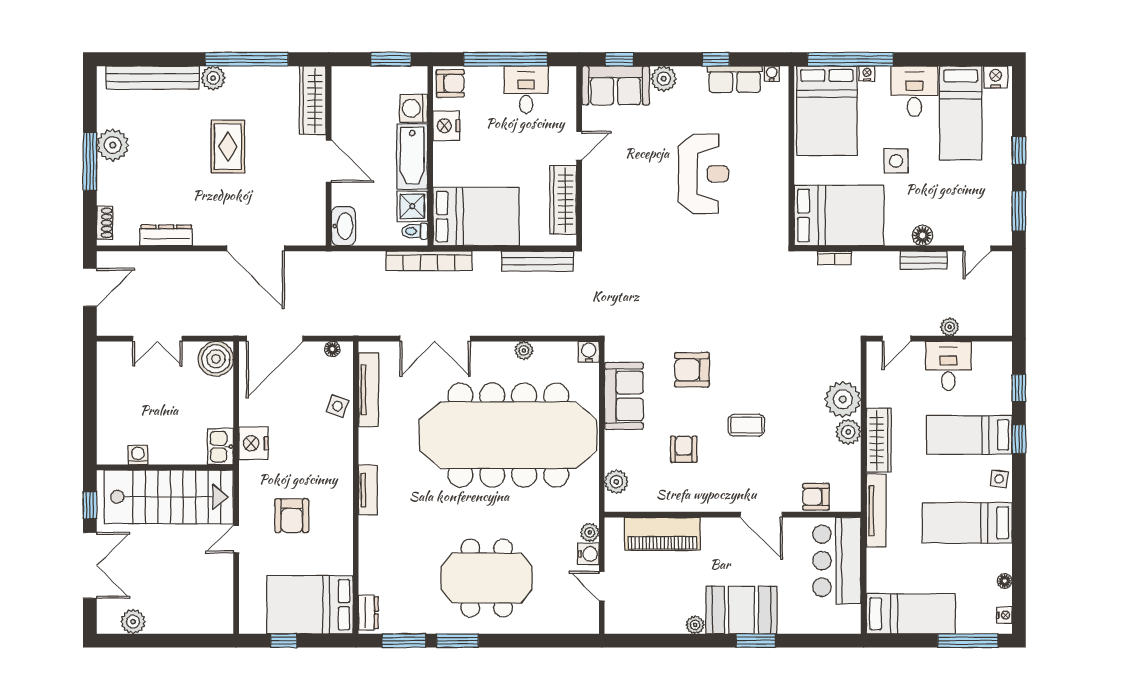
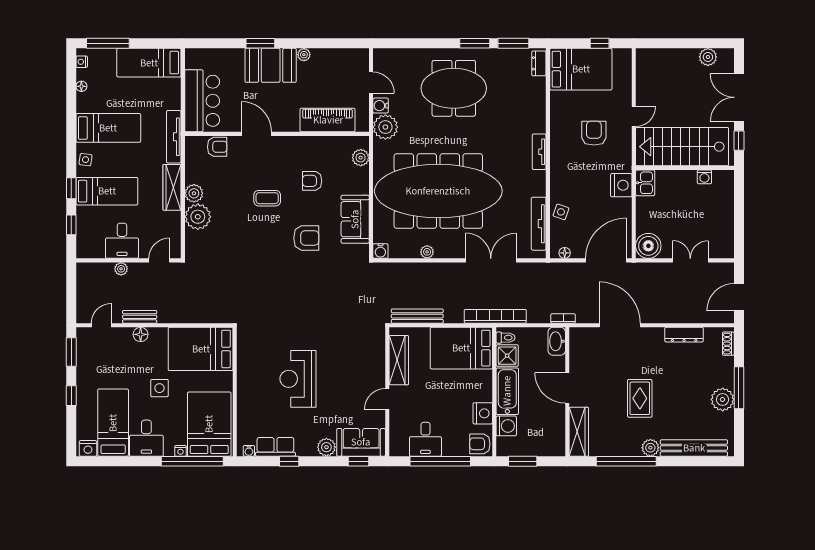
bookcase: (835, 258) -> (563, 318), moved
armchair: (684, 449) -> (312, 181), turned 90
plant: (590, 532) -> (385, 127), width x1.87, depth x1.87

